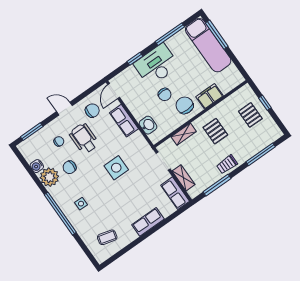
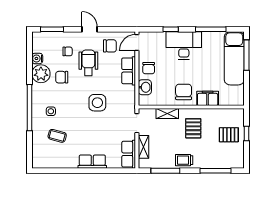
chair: (165, 94) -> (149, 68), moved
pallet: (250, 115) -> (229, 135), turned 90
coffee table: (107, 237) -> (57, 136), moved

